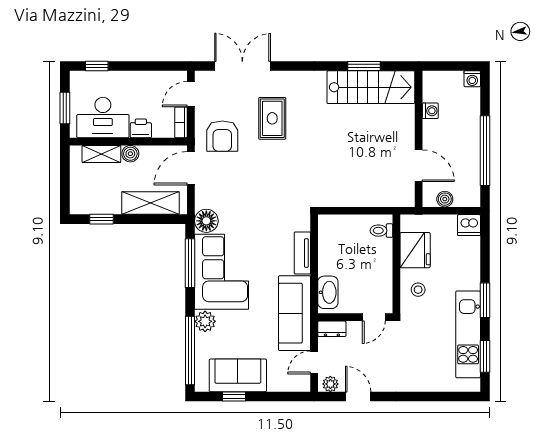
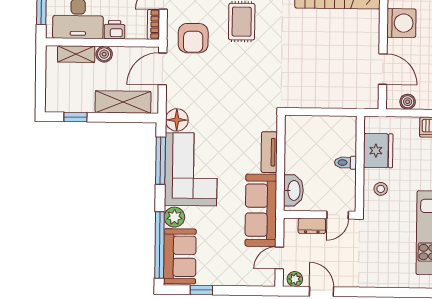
washing machine: (430, 111) -> (401, 23), width x1.89, depth x1.89
toilet: (381, 231) -> (346, 163), moved
dresser: (332, 329) -> (312, 226), moved
sofa: (238, 375) -> (180, 256), moved, turned 90

